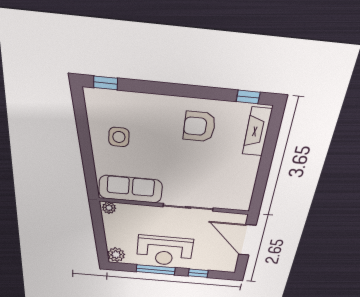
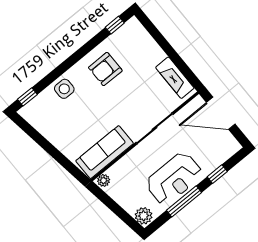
fireplace: (257, 132) -> (175, 78), moved
side table: (119, 137) -> (64, 89), moved

